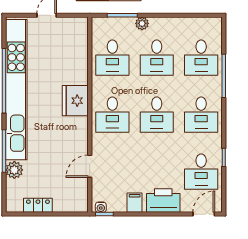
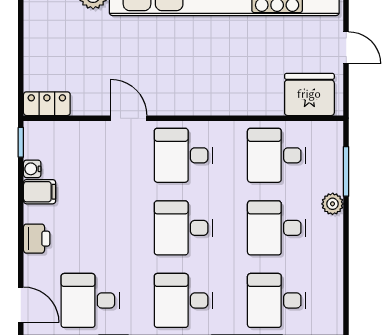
fridge: (75, 101) -> (309, 94), moved
door: (90, 166) -> (129, 118), moved
printer: (163, 201) -> (37, 239), width x0.53, depth x0.68
locker: (38, 205) -> (47, 104), moved, turned -90
water cooler: (101, 207) -> (32, 169), moved

